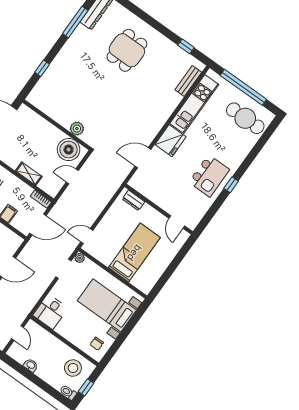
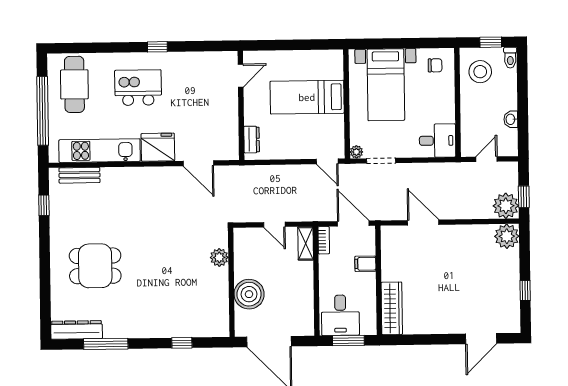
boiler: (69, 150) -> (249, 294), moved
shelving: (29, 174) -> (306, 243), moved
kitchen island: (209, 176) -> (138, 88), moved

